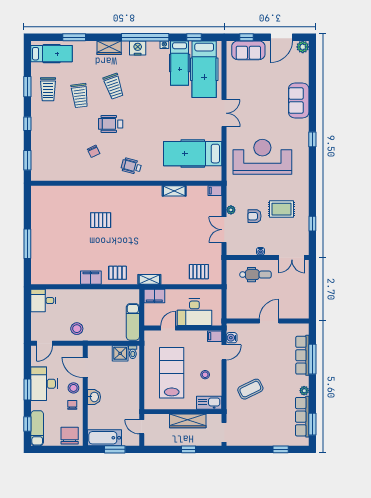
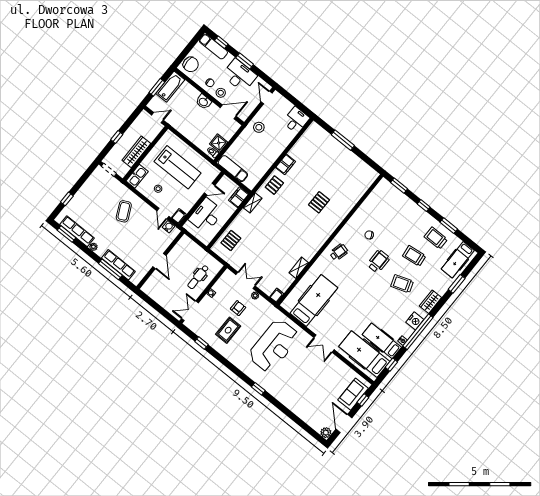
sofa: (299, 101) -> (292, 401), removed
door: (168, 328) -> (210, 189), hinge flipped

